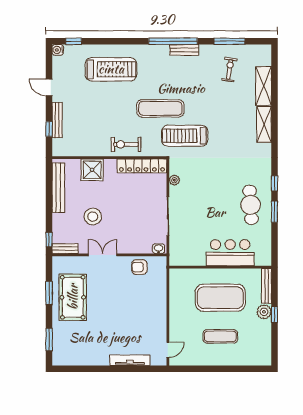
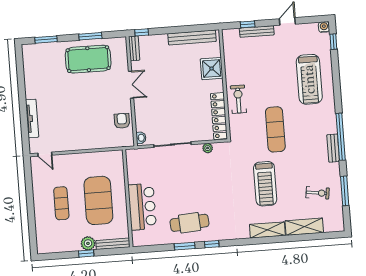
treadmill: (185, 136) -> (265, 184), moved, turned 180
stool: (93, 217) -> (167, 72), removed

